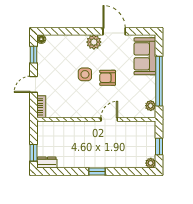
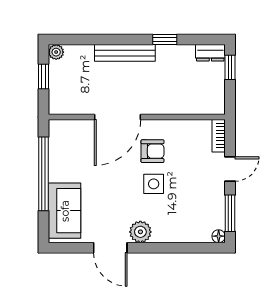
window: (34, 55) -> (230, 213), width x1.50
armchair: (108, 78) -> (152, 151), moved
plant: (151, 106) -> (56, 137), removed
door: (109, 119) -> (118, 117), width x1.88
bench: (104, 162) -> (125, 53), added
window: (97, 172) -> (165, 40), moved

